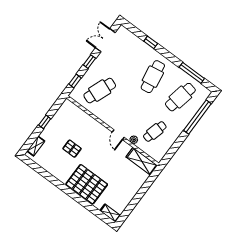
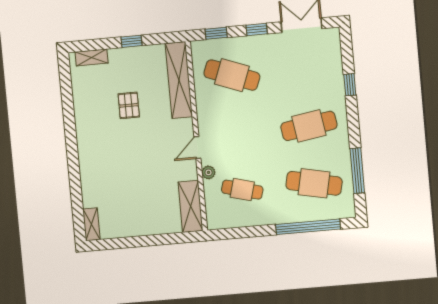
shelving: (81, 116) -> (179, 80), added
pallet: (87, 184) -> (101, 163), removed

